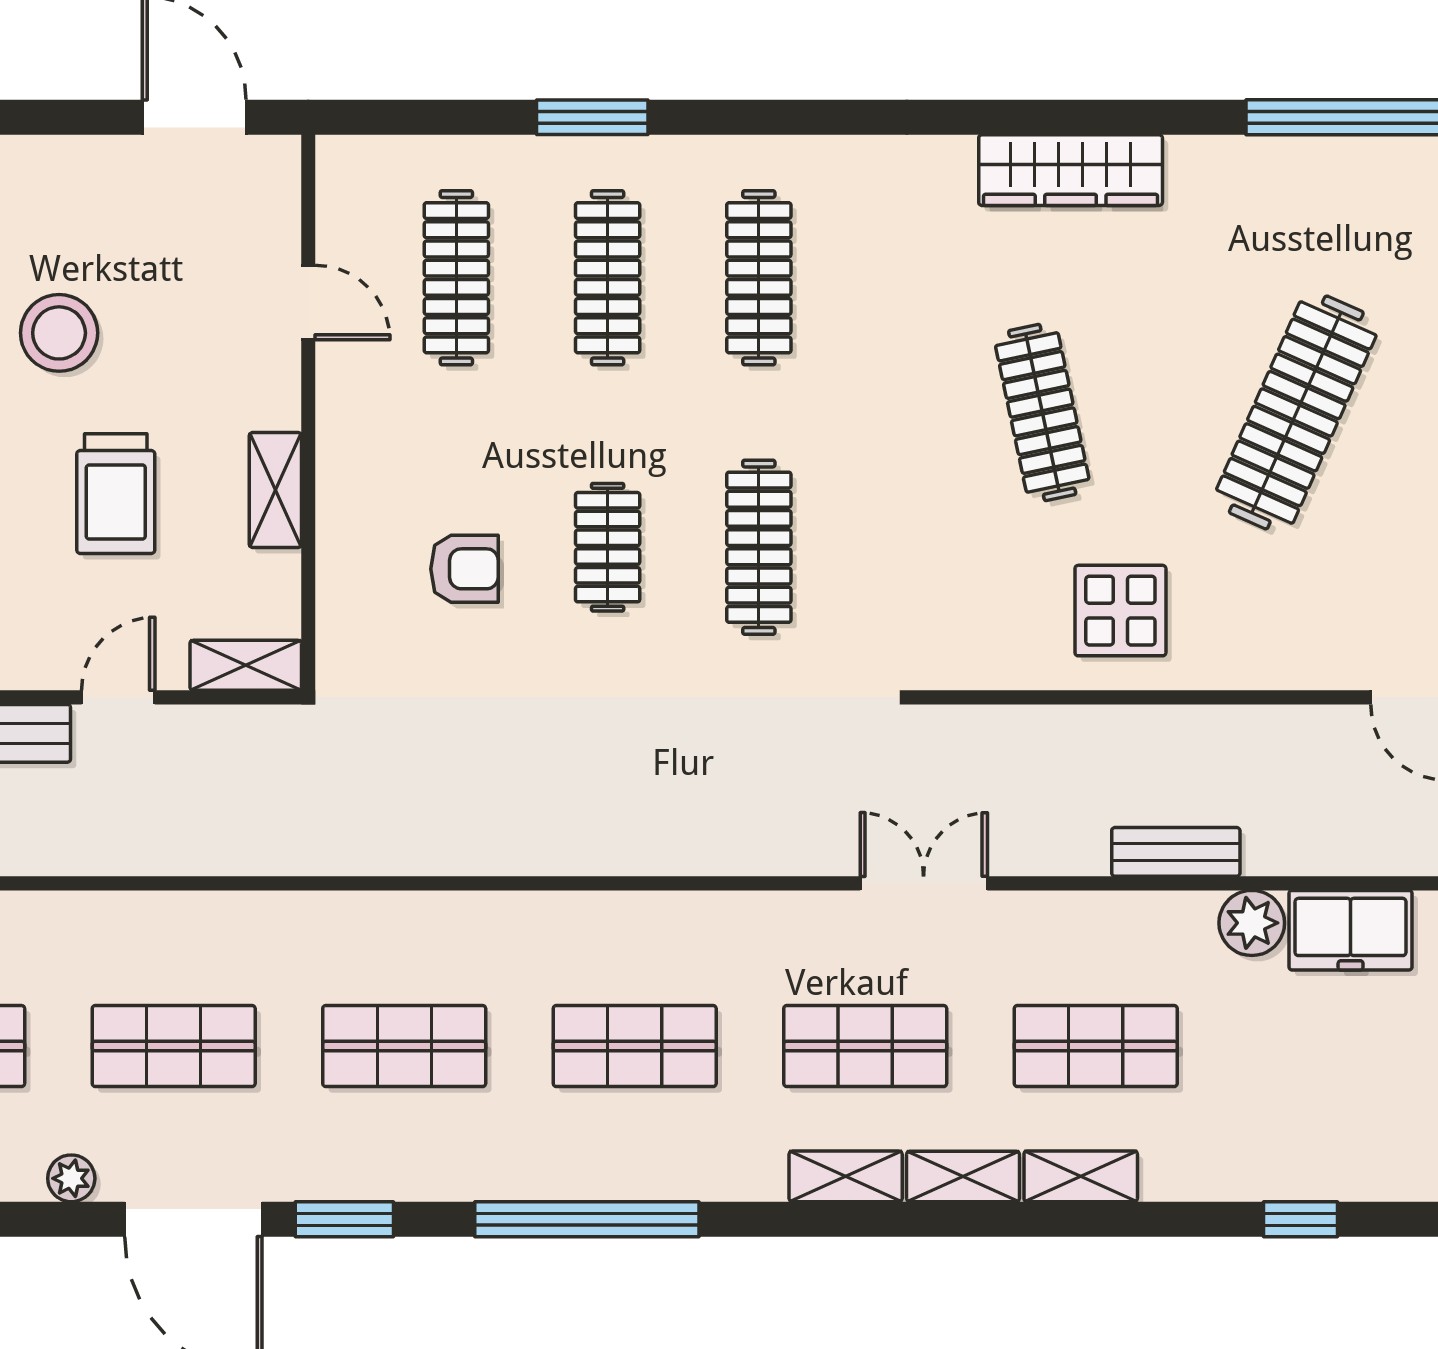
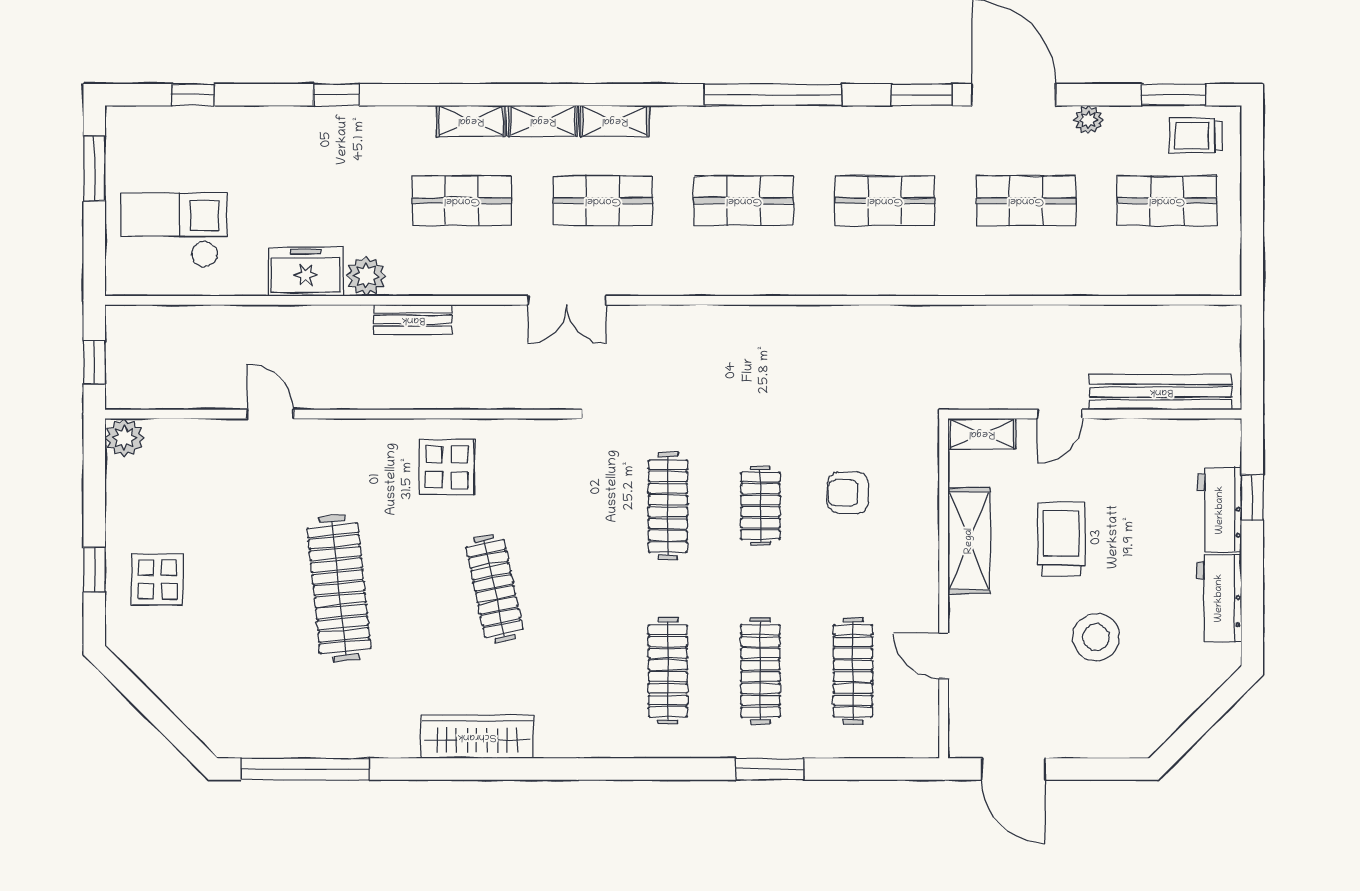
clothes rail: (1296, 412) -> (339, 588), turned -30
shelving: (275, 490) -> (969, 541), width x1.50, depth x1.33

